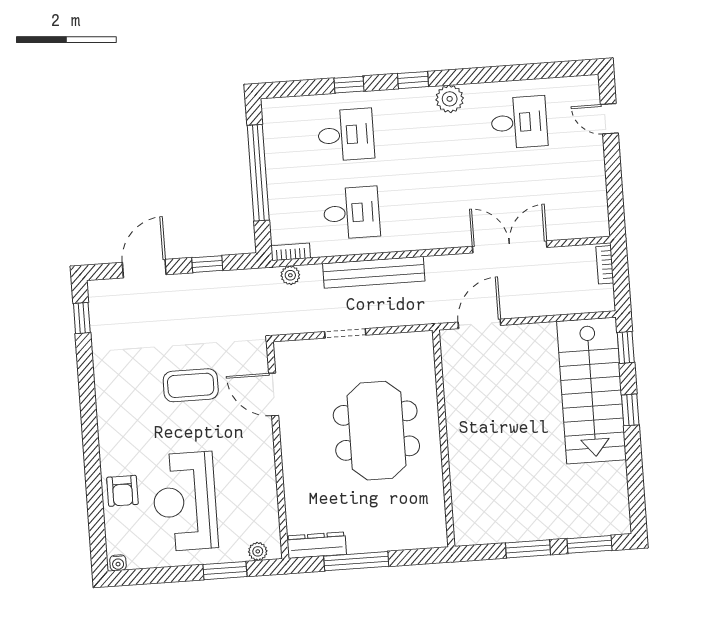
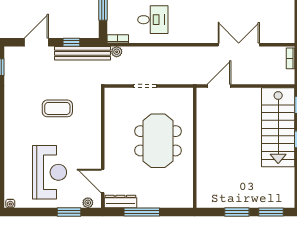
bench: (374, 272) -> (82, 53), moved
door: (274, 394) -> (103, 181), moved
armchair: (122, 491) -> (16, 164), removed
reception desk: (185, 501) -> (50, 172), turned 180

